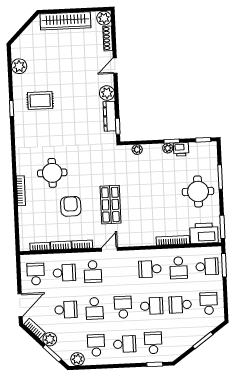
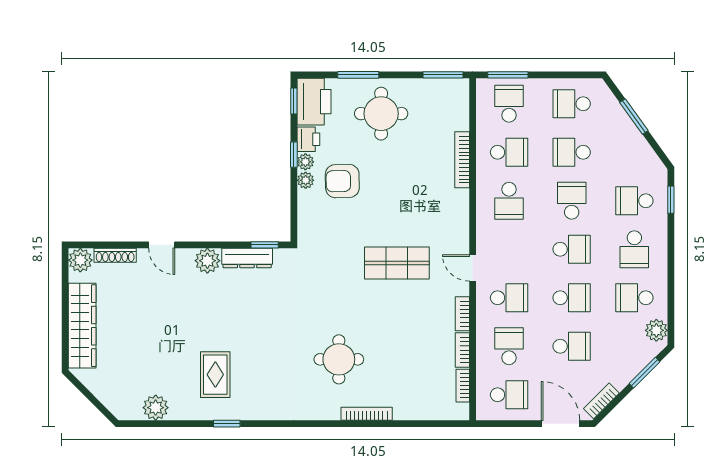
plant: (137, 150) -> (306, 180), moved
armchair: (71, 206) -> (342, 181), moved
printer: (204, 233) -> (314, 102), moved, turned 180
school desk: (36, 274) -> (509, 395), turned 180
school desk: (180, 305) -> (572, 152), turned 90
school desk: (123, 307) -> (572, 249), turned 180
school desk: (66, 310) -> (572, 346), turned 90
plant: (50, 339) -> (621, 376), removed
school desk: (125, 344) -> (634, 249), turned 180

